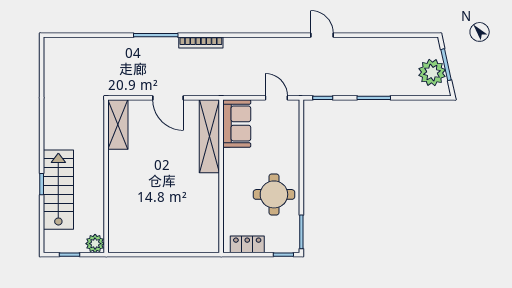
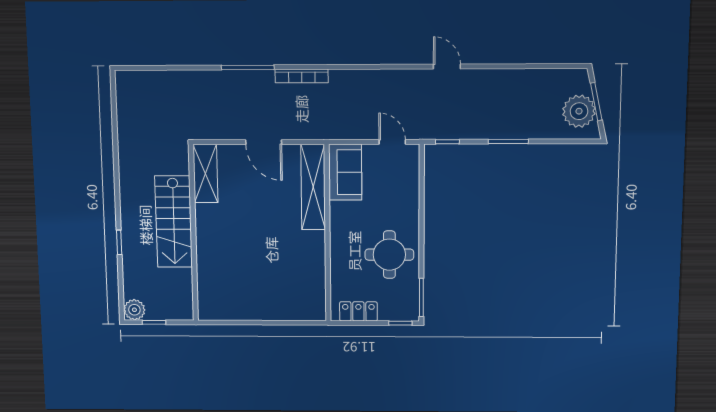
stairs: (58, 190) -> (174, 222), moved, turned 180
plant: (95, 244) -> (134, 310), moved

